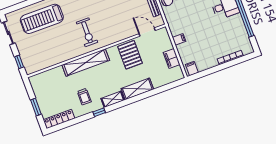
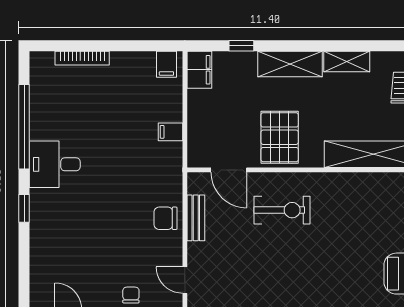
exercise bike: (87, 32) -> (282, 210), moved, turned 90
filing cabinet: (172, 59) -> (199, 70), moved
window: (99, 112) -> (241, 46), moved

